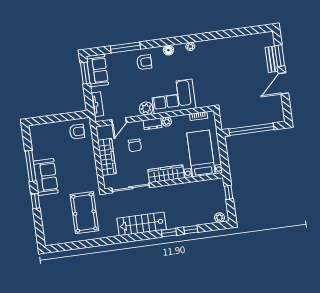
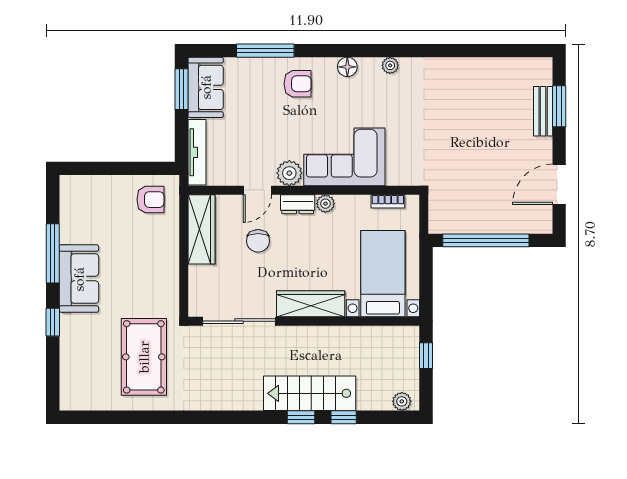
door: (283, 83) -> (559, 184), moved
tv unit: (97, 104) -> (197, 152), width x1.41
door: (119, 121) -> (257, 190), moved
wardrobe: (107, 157) -> (202, 229), moved
stairs: (142, 224) -> (310, 393), moved

